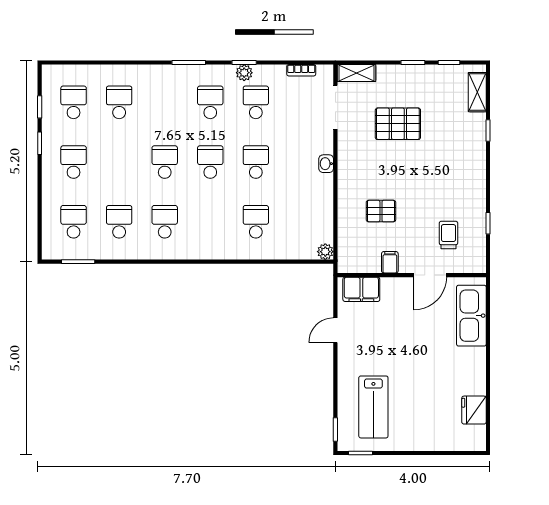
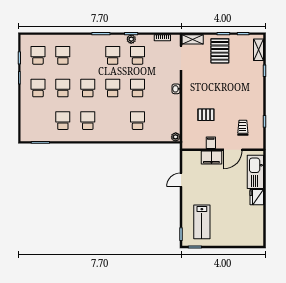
pallet: (398, 124) -> (220, 51), moved, turned 90
school desk: (74, 222) -> (63, 88), moved
filing cabinet: (361, 289) -> (211, 158), moved
fridge: (474, 410) -> (257, 197), moved

